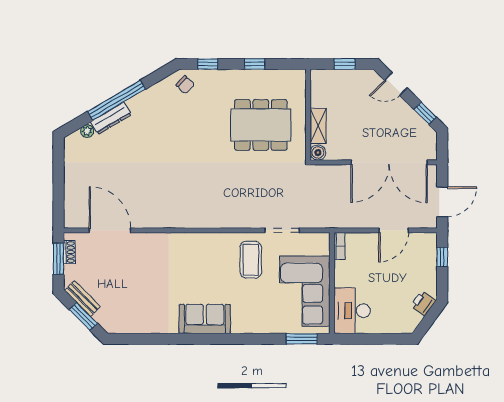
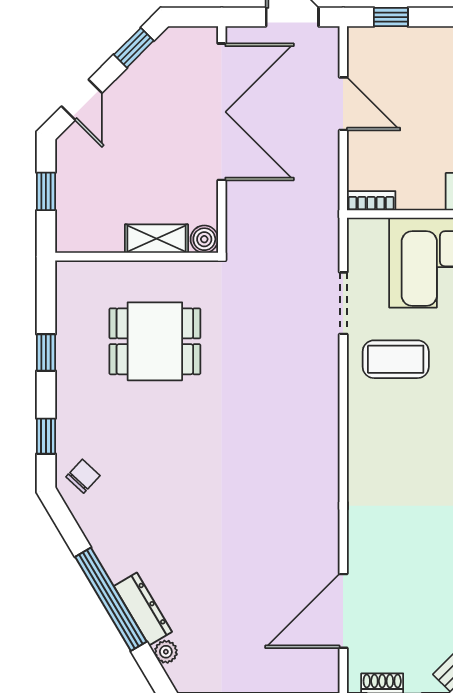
dining table: (261, 125) -> (155, 341), width x0.73

